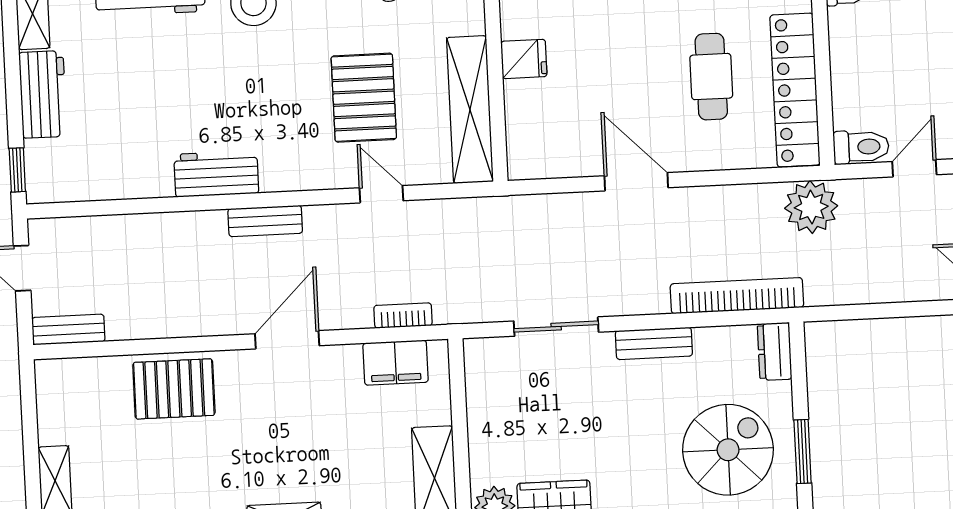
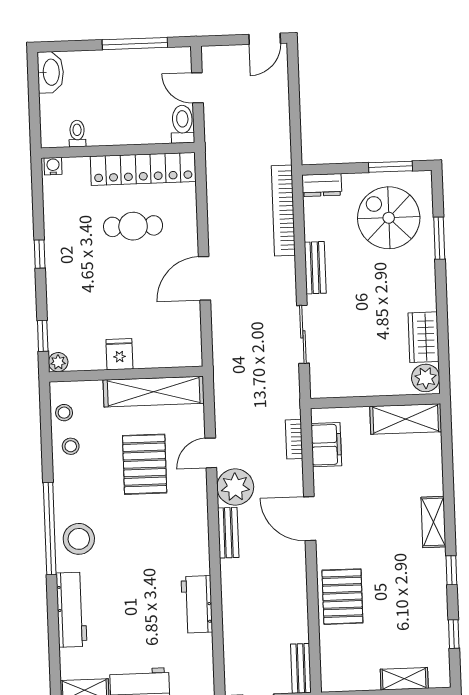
pallet: (364, 98) -> (145, 464), turned 90
workbench: (216, 174) -> (197, 604), moved
plant: (811, 207) -> (235, 487), moved

